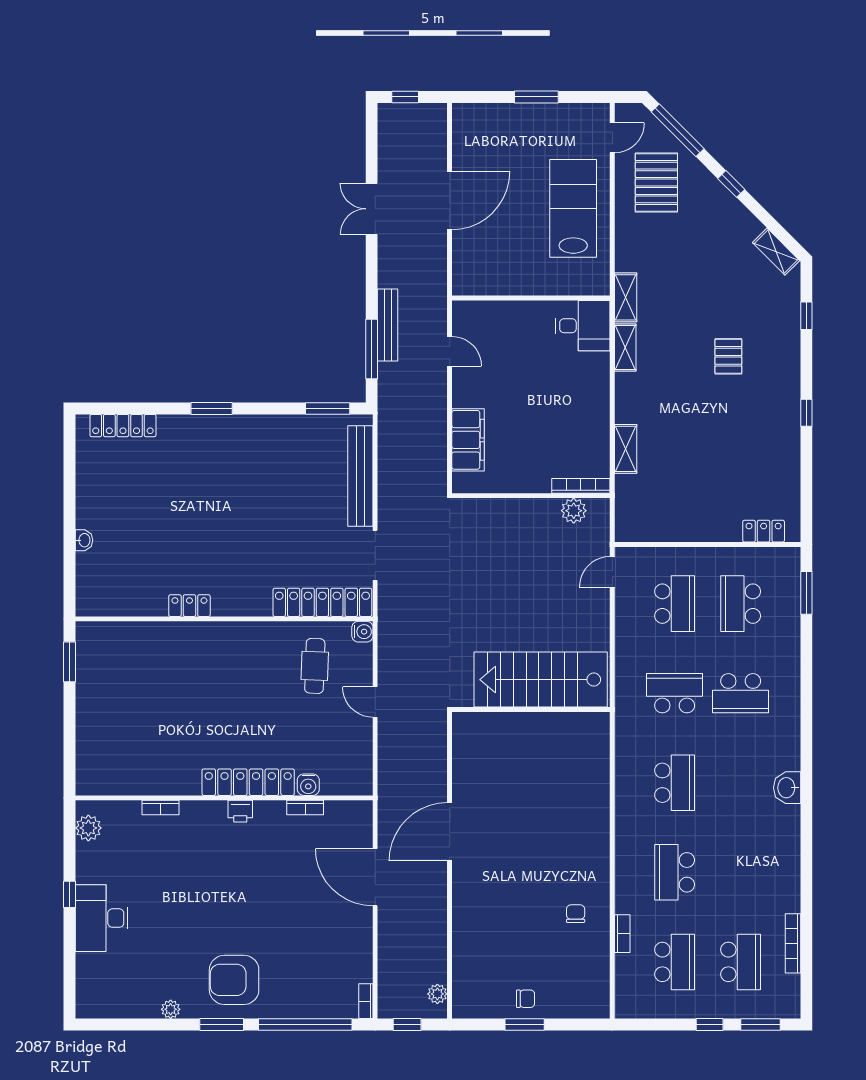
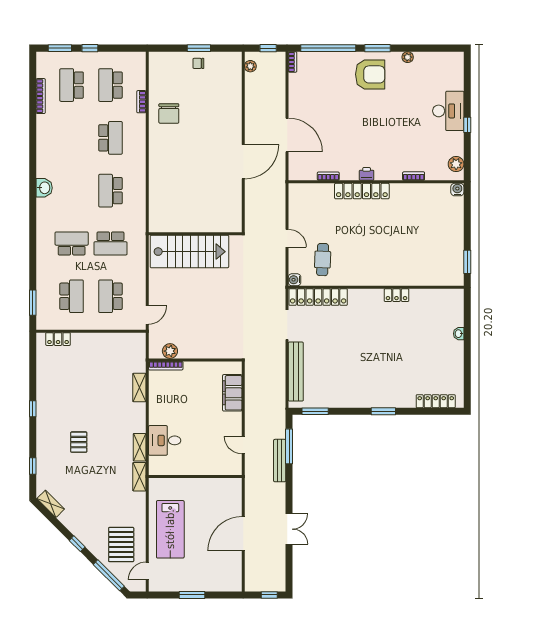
desk: (583, 326) -> (165, 440), moved
water cooler: (308, 785) -> (457, 190), moved
chair: (576, 914) -> (169, 113), width x1.87, depth x1.87

